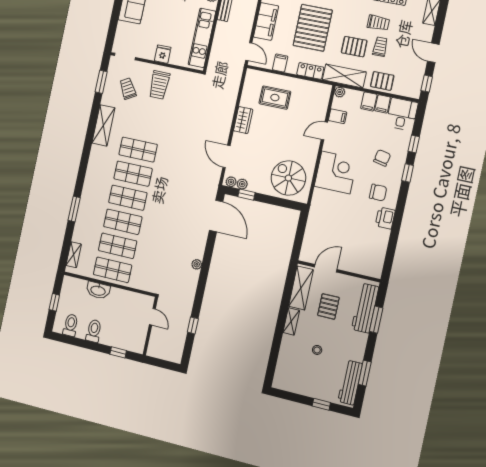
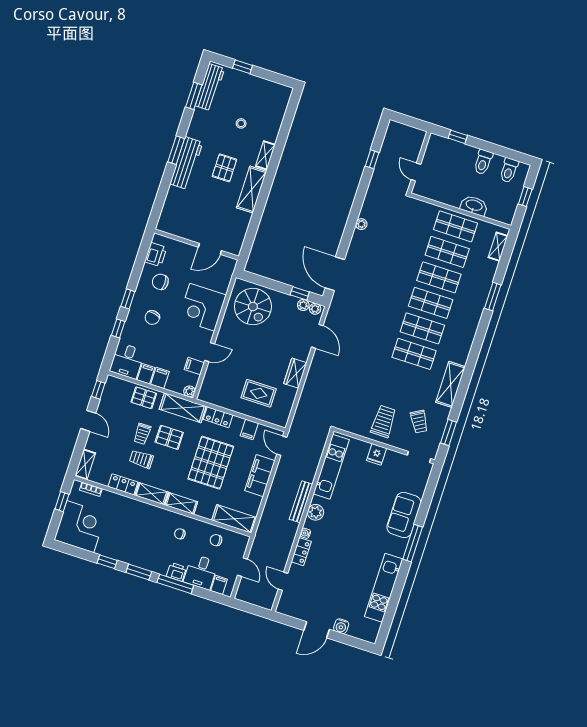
door: (326, 268) -> (210, 249), moved
wall: (339, 271) -> (196, 244), moved

